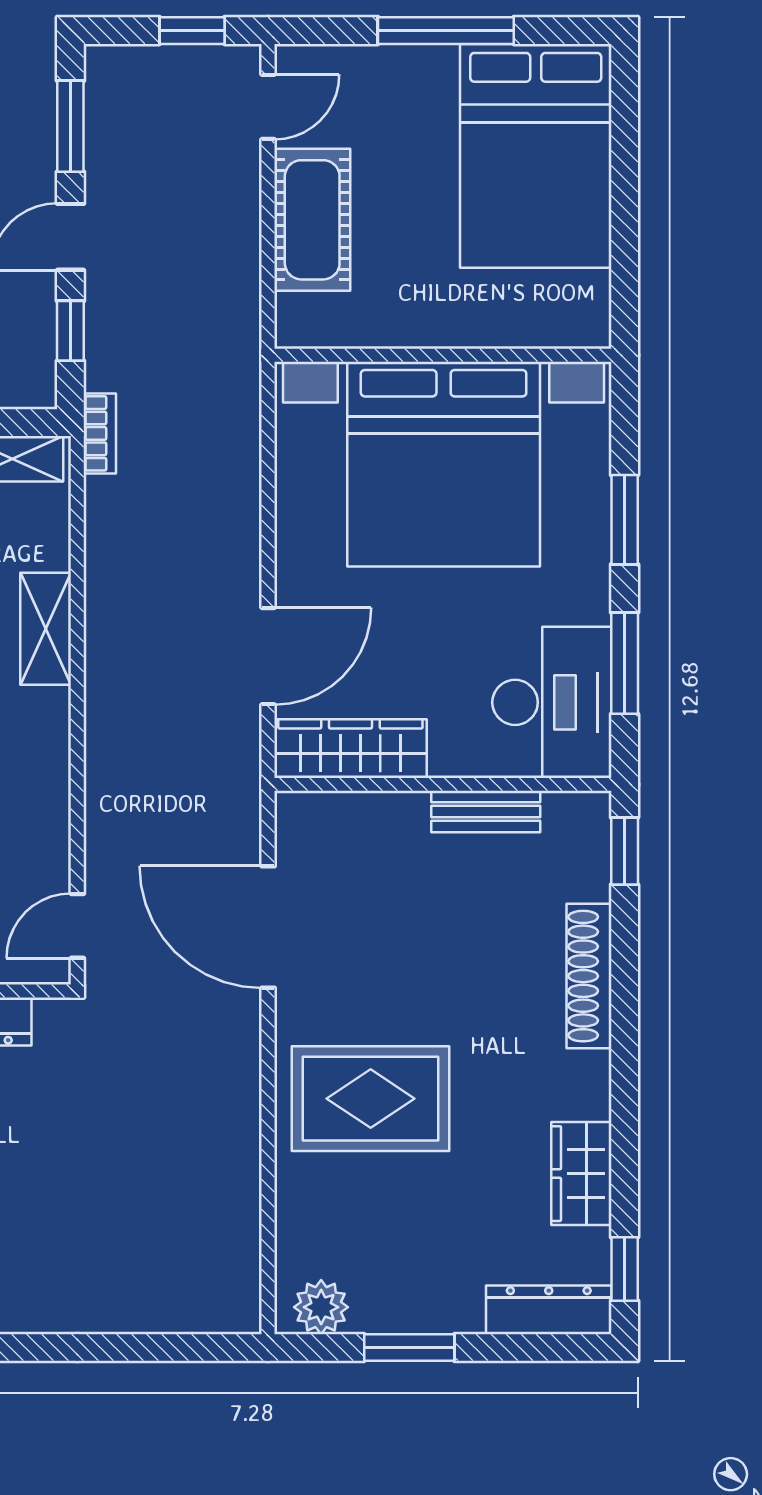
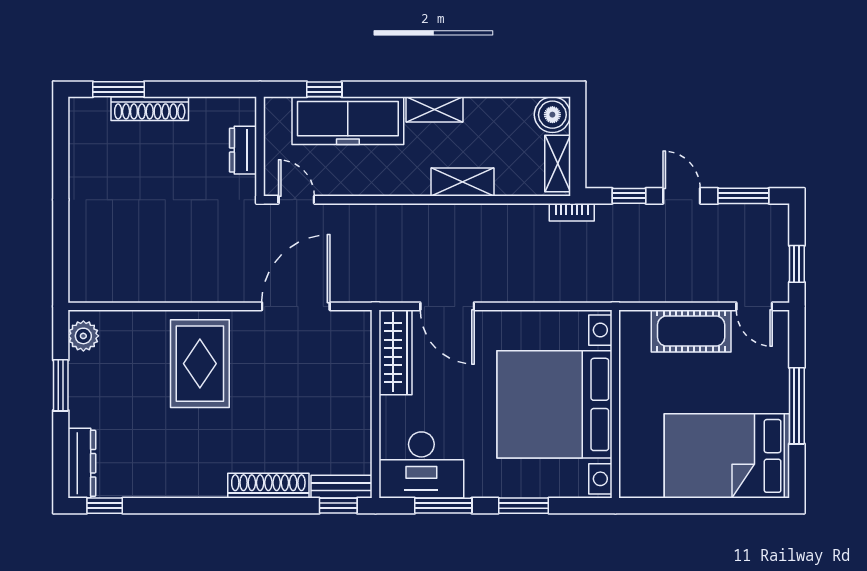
bench: (486, 811) -> (342, 487), moved, turned 90
wardrobe: (581, 1174) -> (158, 481), removed

